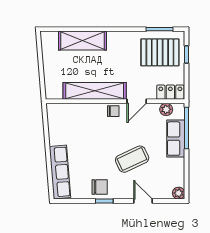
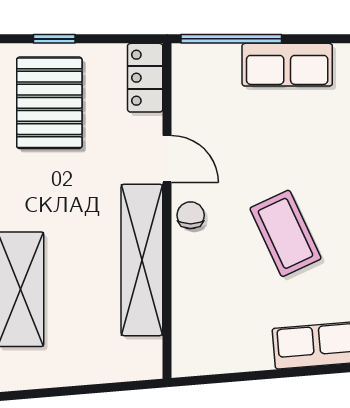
plant: (166, 109) -> (187, 88), removed
row of seats: (176, 139) -> (287, 65), moved
coffee table: (132, 159) -> (285, 233), moved

